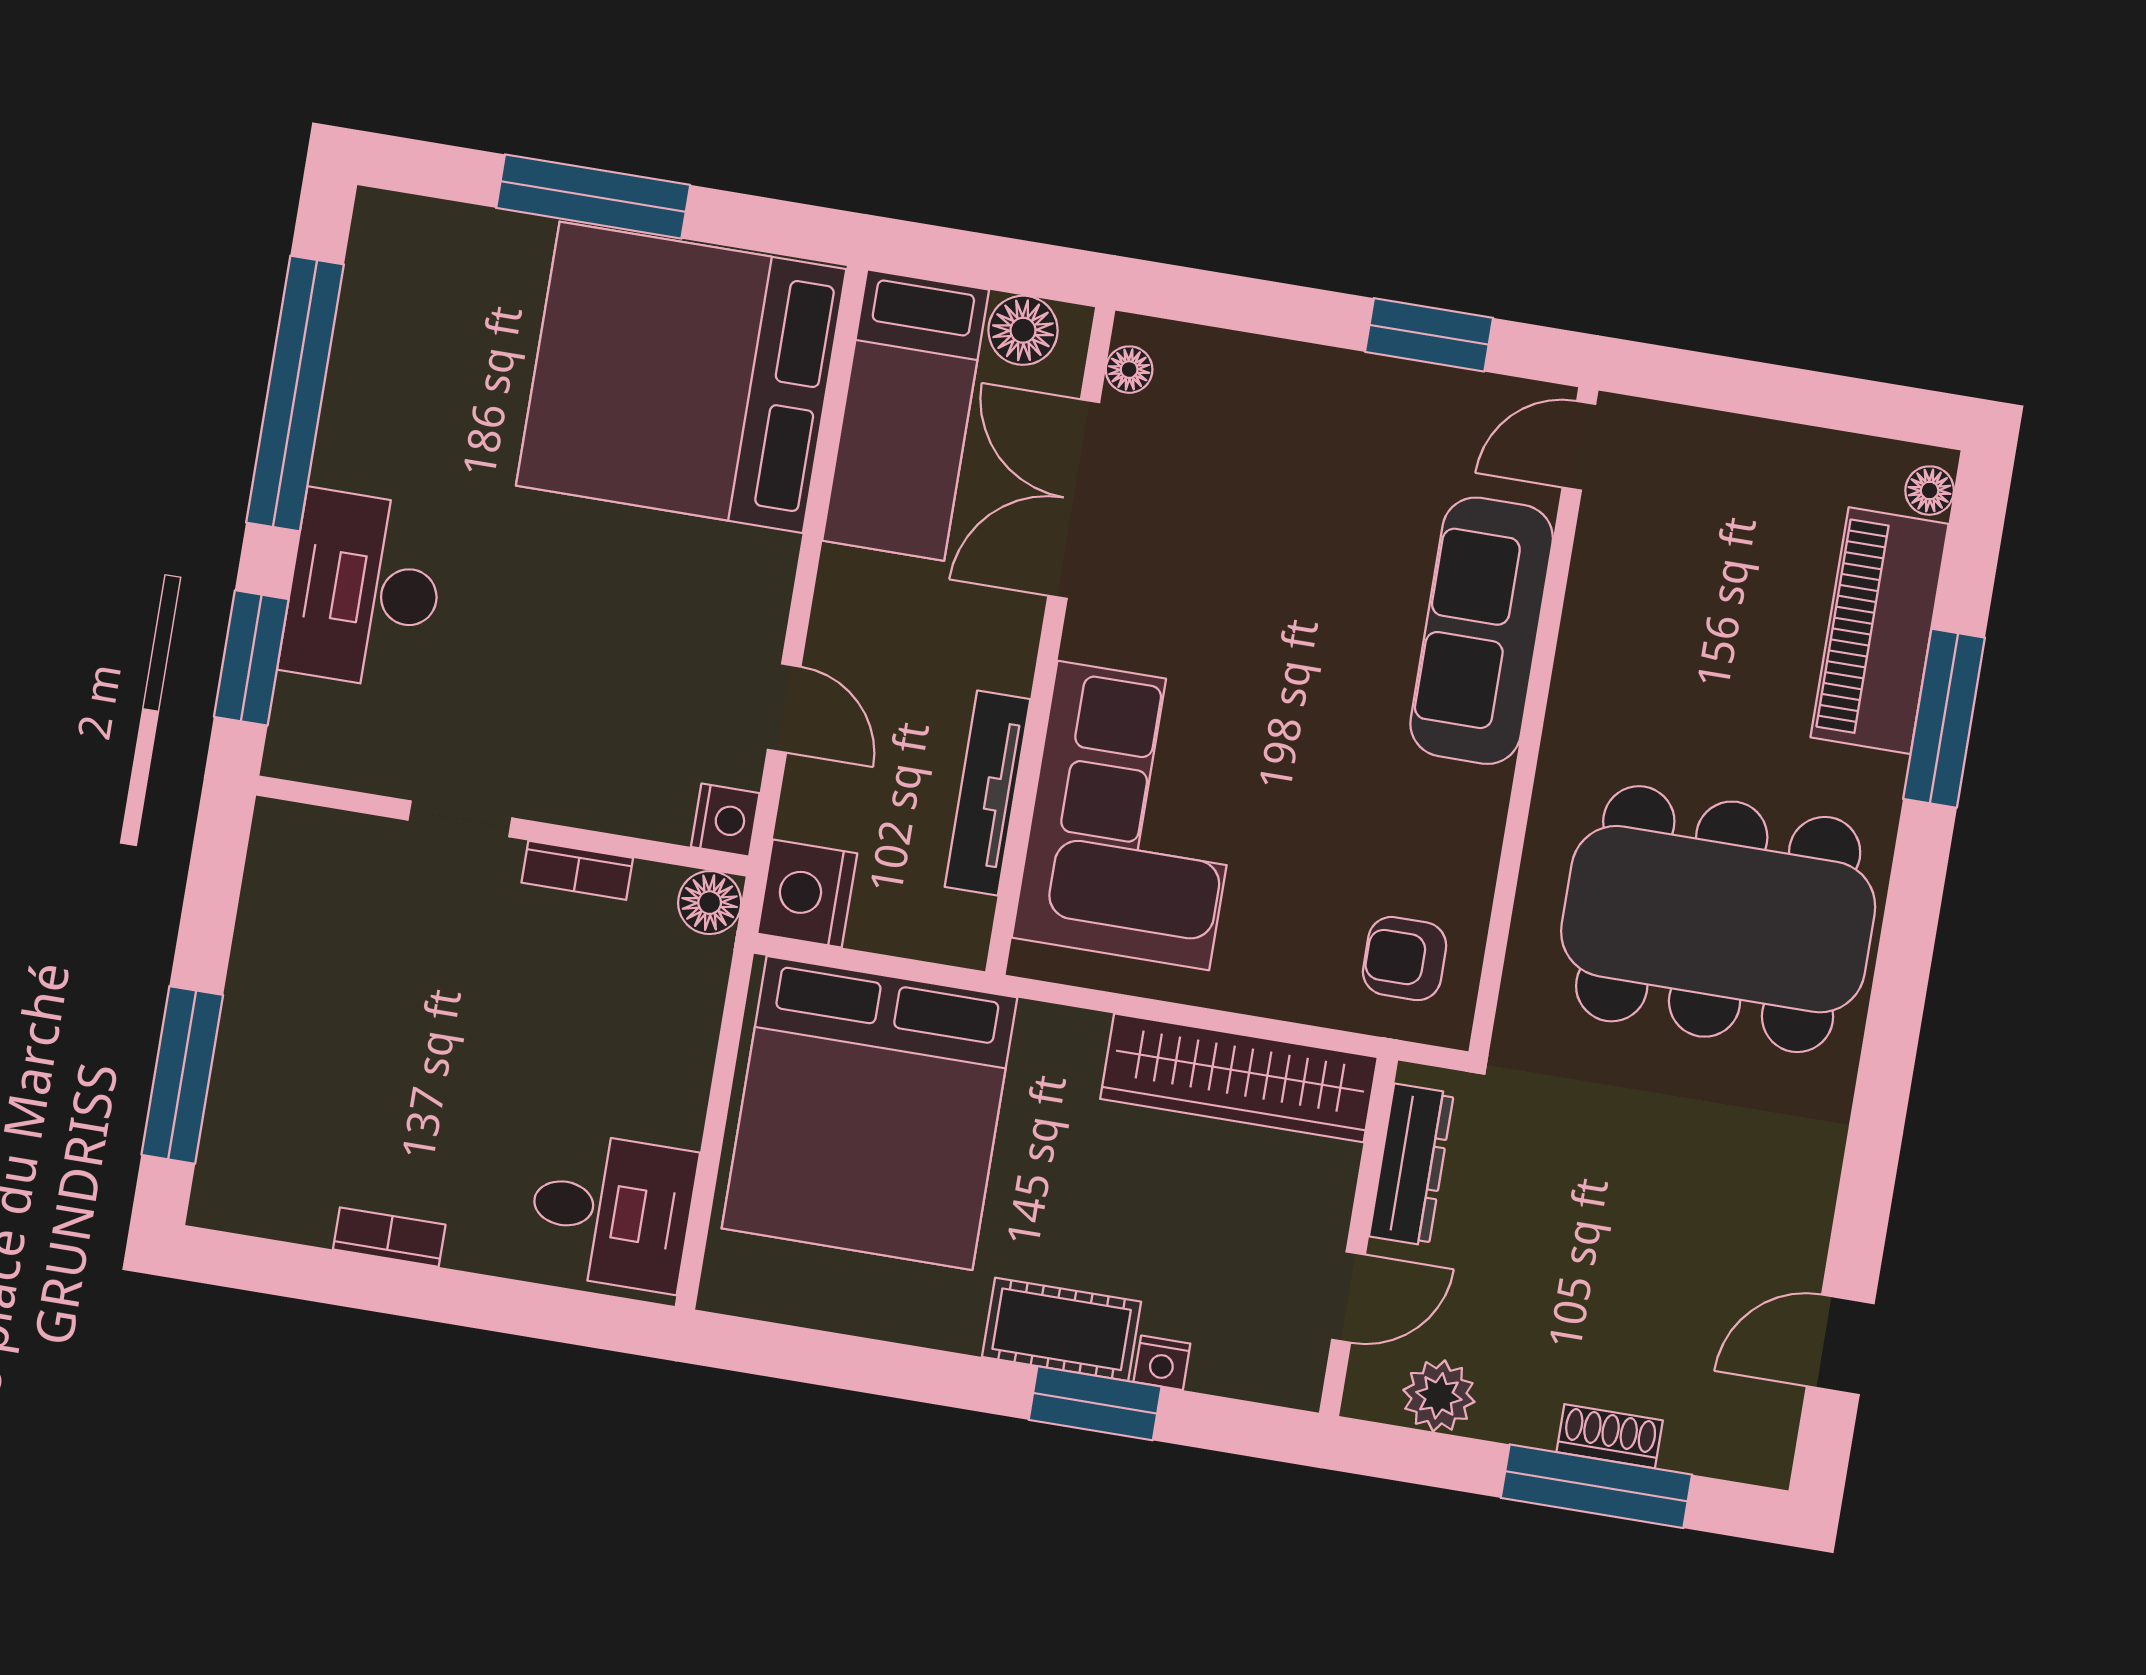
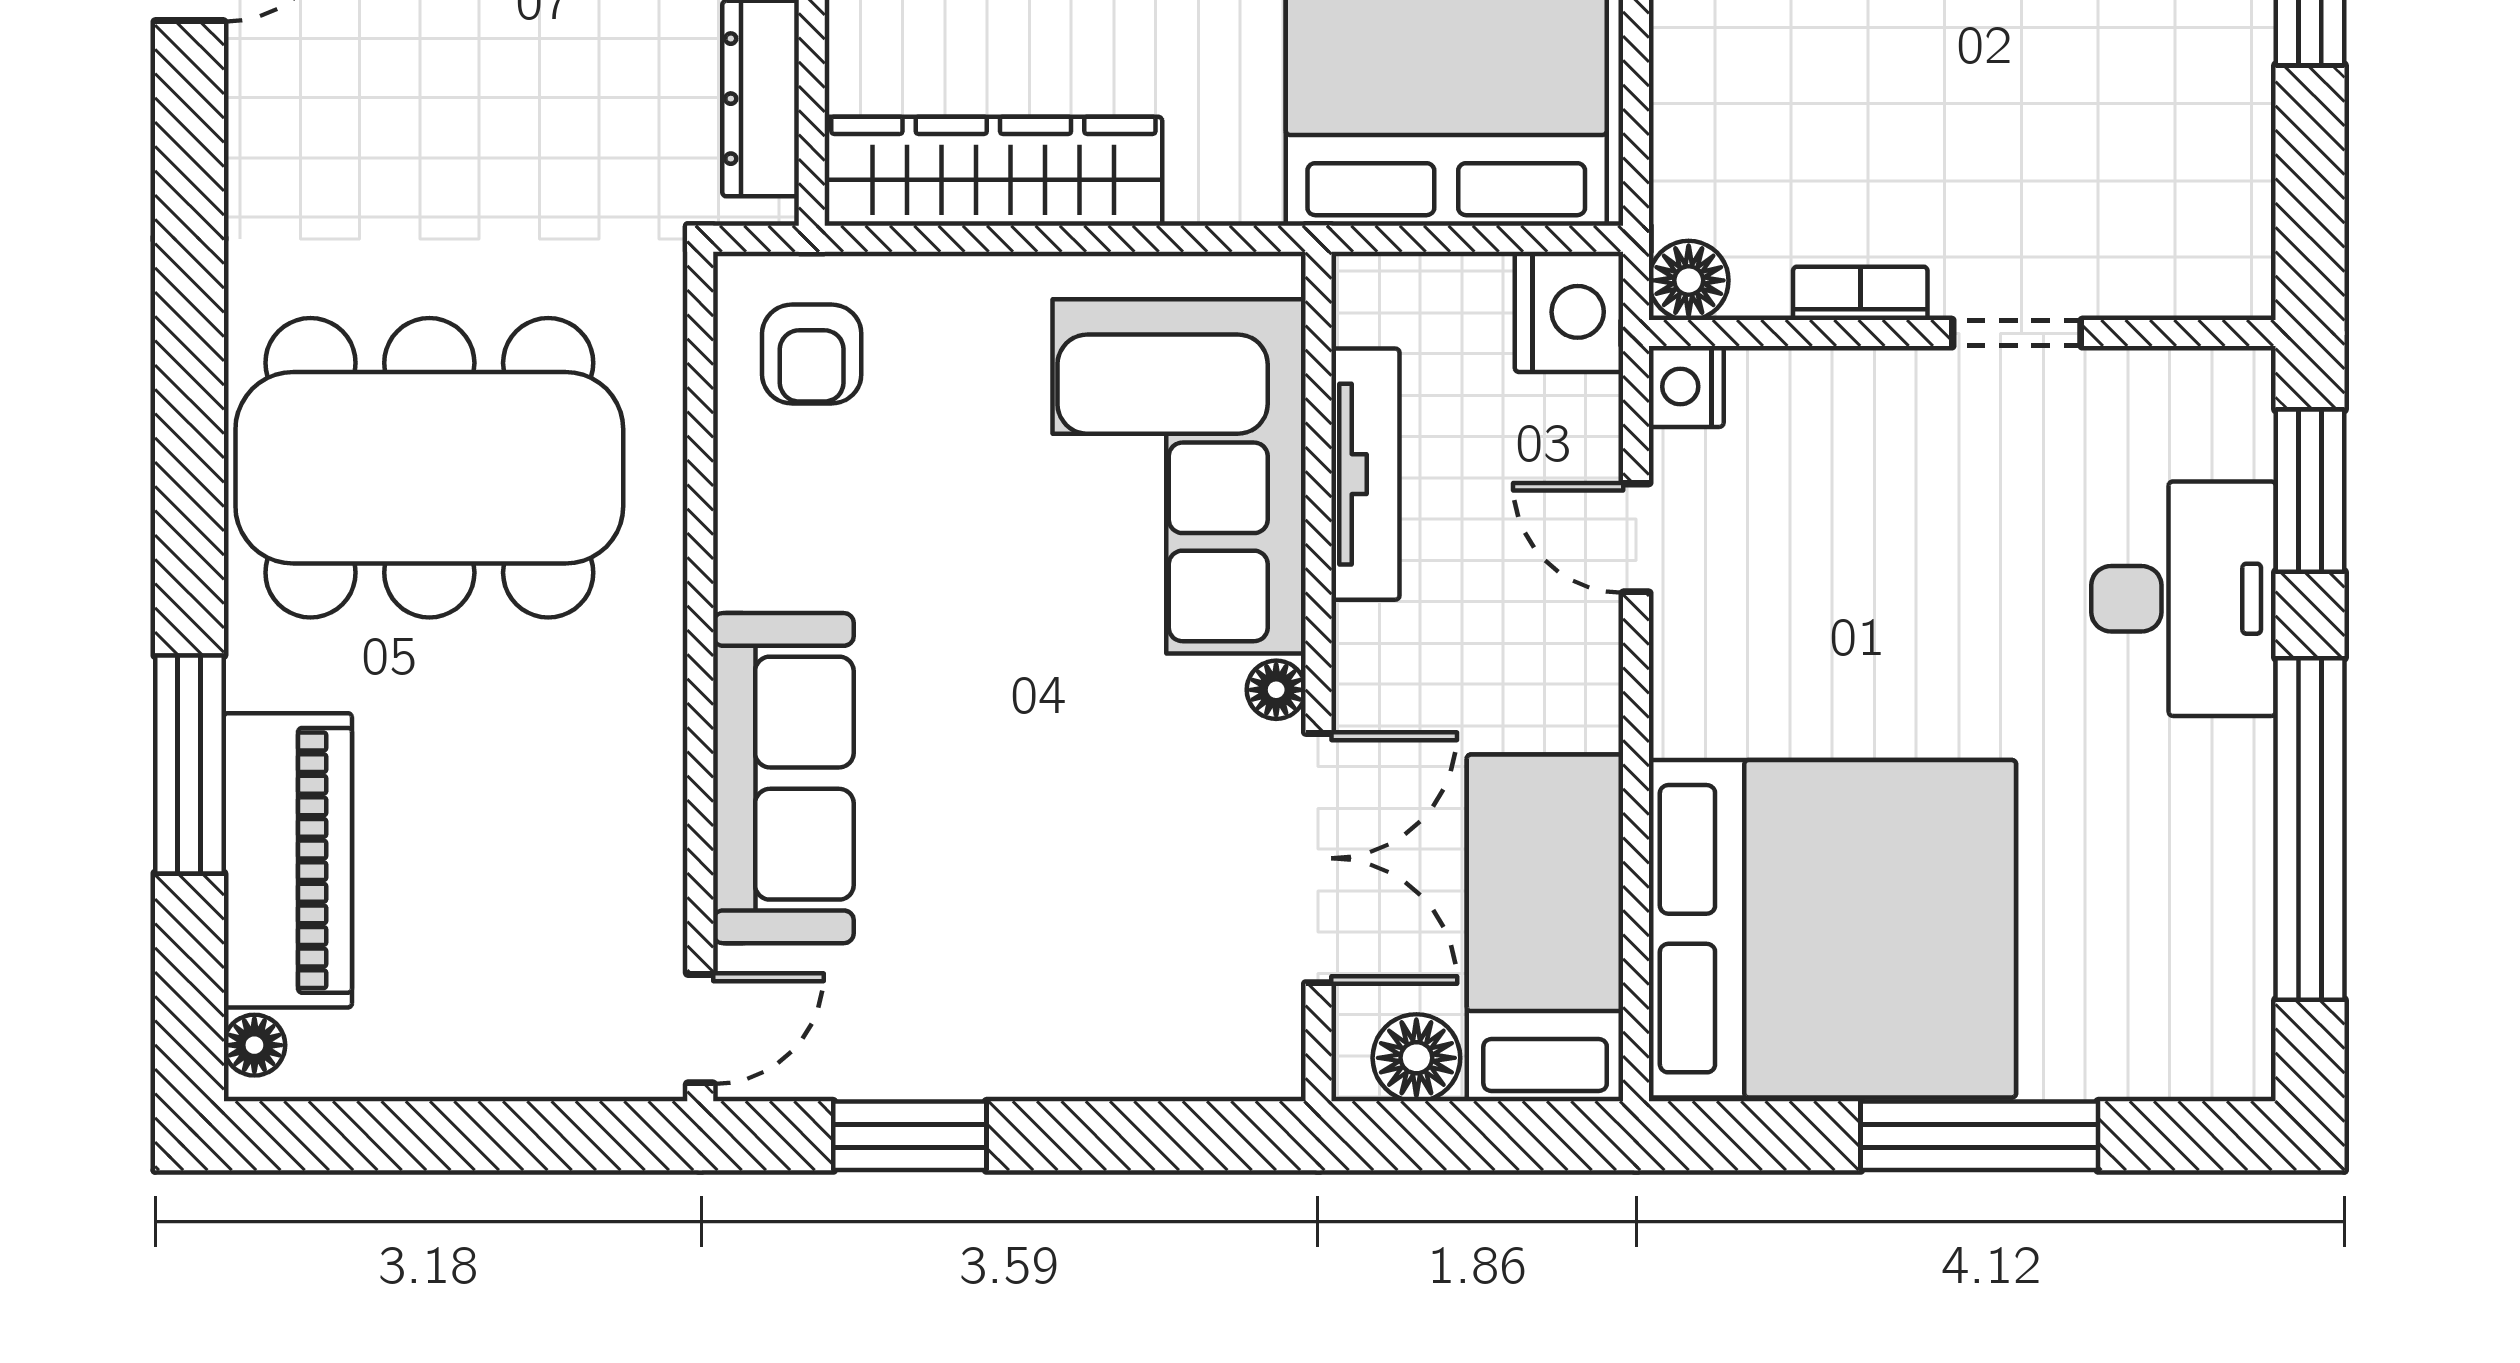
floor lamp: (1129, 370) -> (1276, 690), moved
armchair: (1405, 959) -> (812, 354), turned 90

